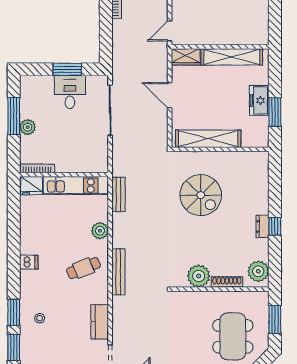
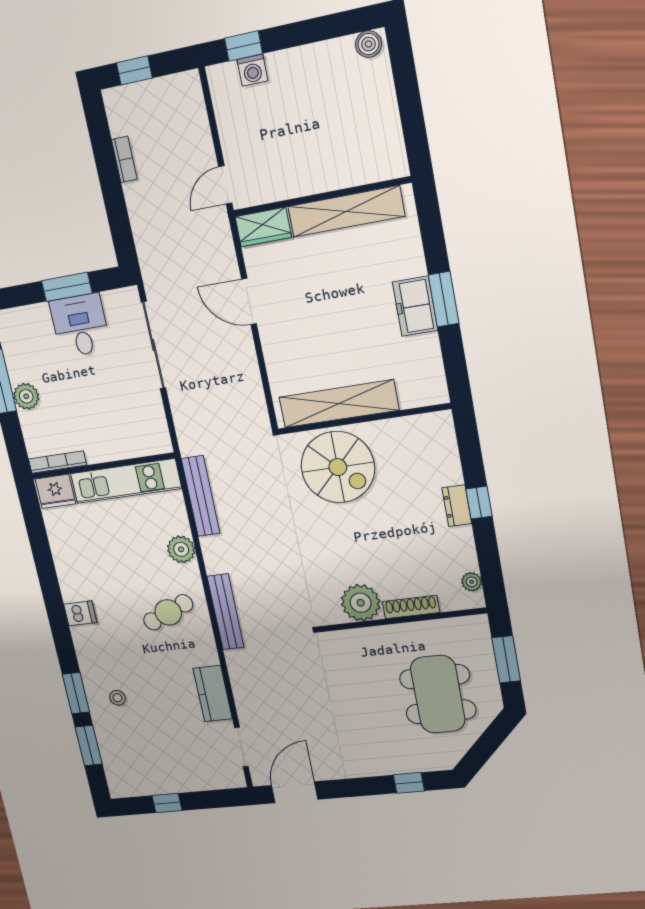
freezer: (259, 100) -> (415, 306), moved
shelving: (208, 139) -> (339, 404), moved
wall: (220, 149) -> (363, 419), moved
bench: (118, 194) -> (201, 496), width x1.36
plant: (258, 271) -> (472, 582), width x0.53, depth x0.53

